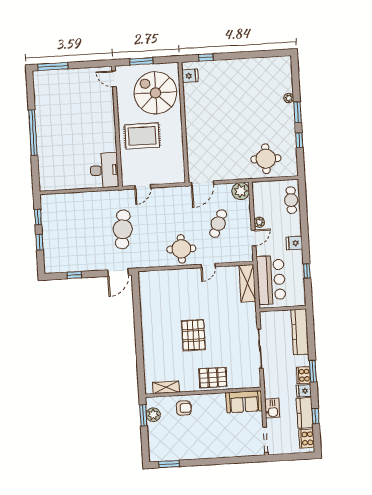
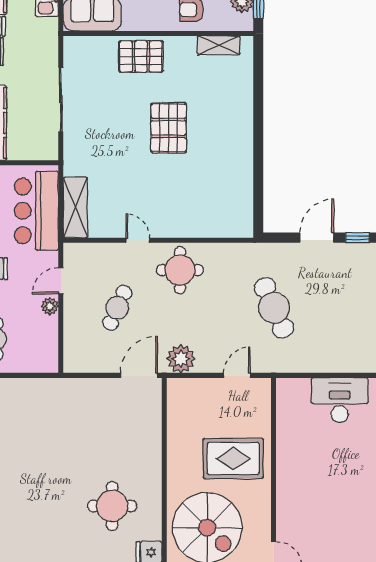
round table: (266, 159) -> (112, 506), moved
desk: (104, 170) -> (340, 400), moved, turned 90
plant: (241, 191) -> (181, 359), moved
cafe table: (123, 229) -> (274, 308), turned -30
door: (208, 266) -> (138, 240), hinge flipped
door: (118, 273) -> (317, 238), moved

